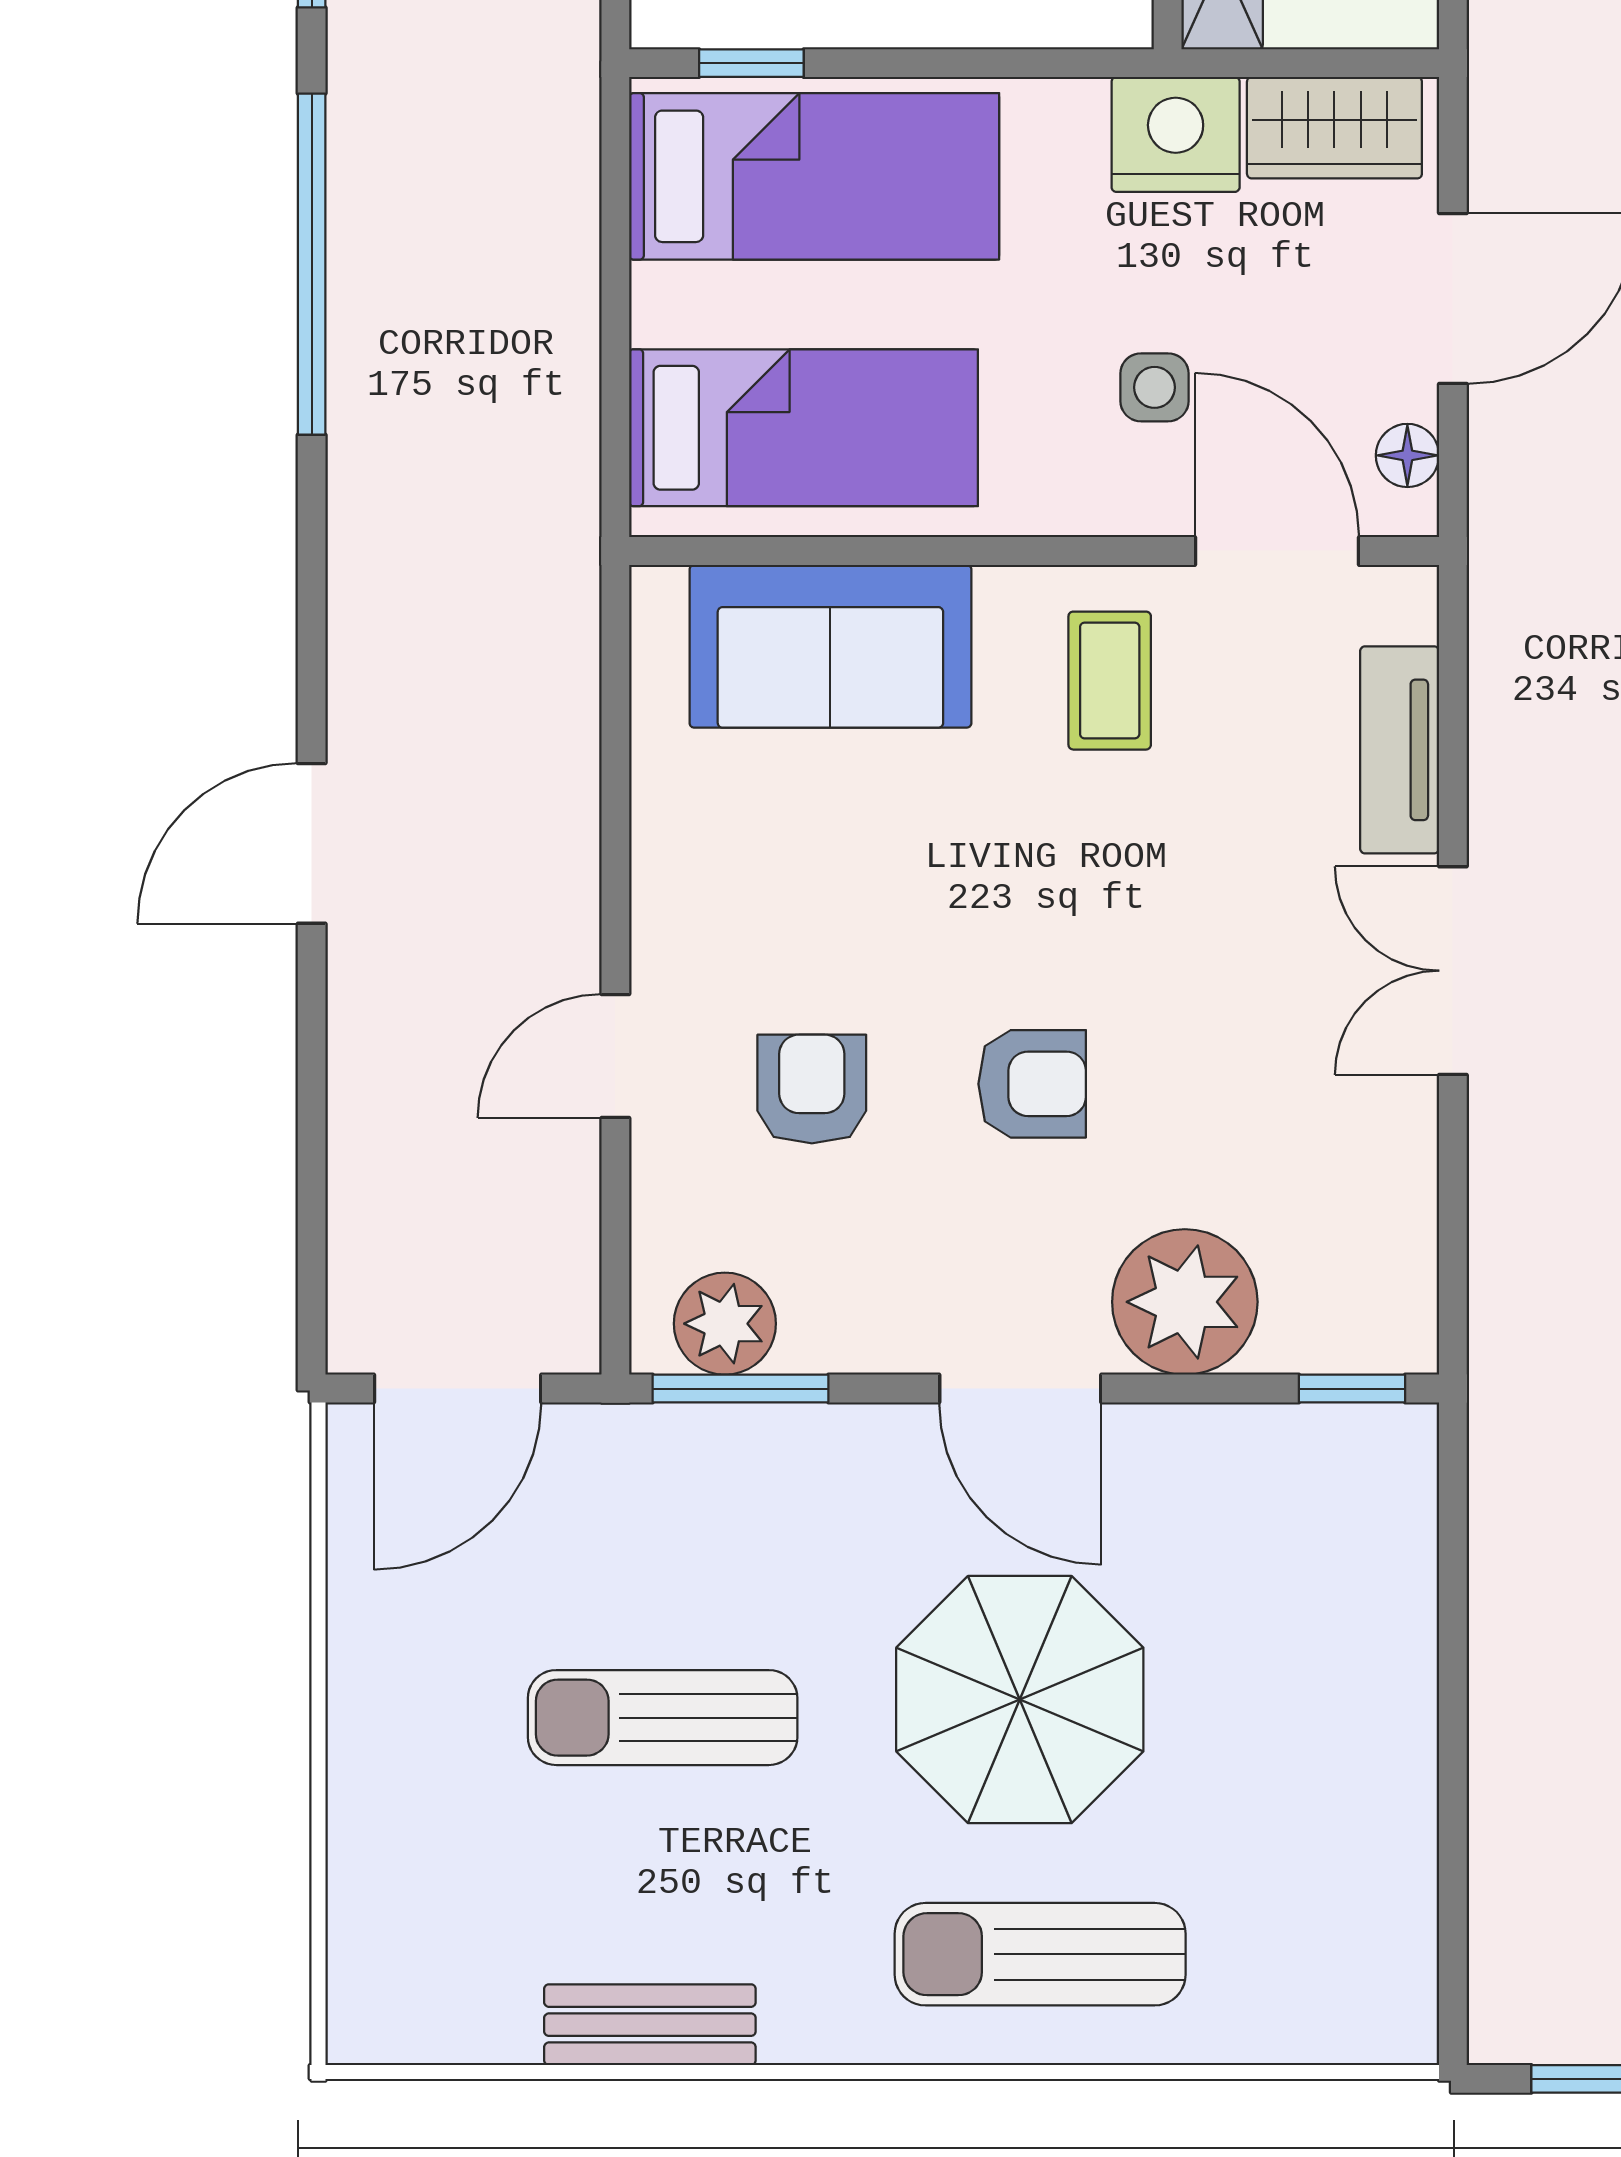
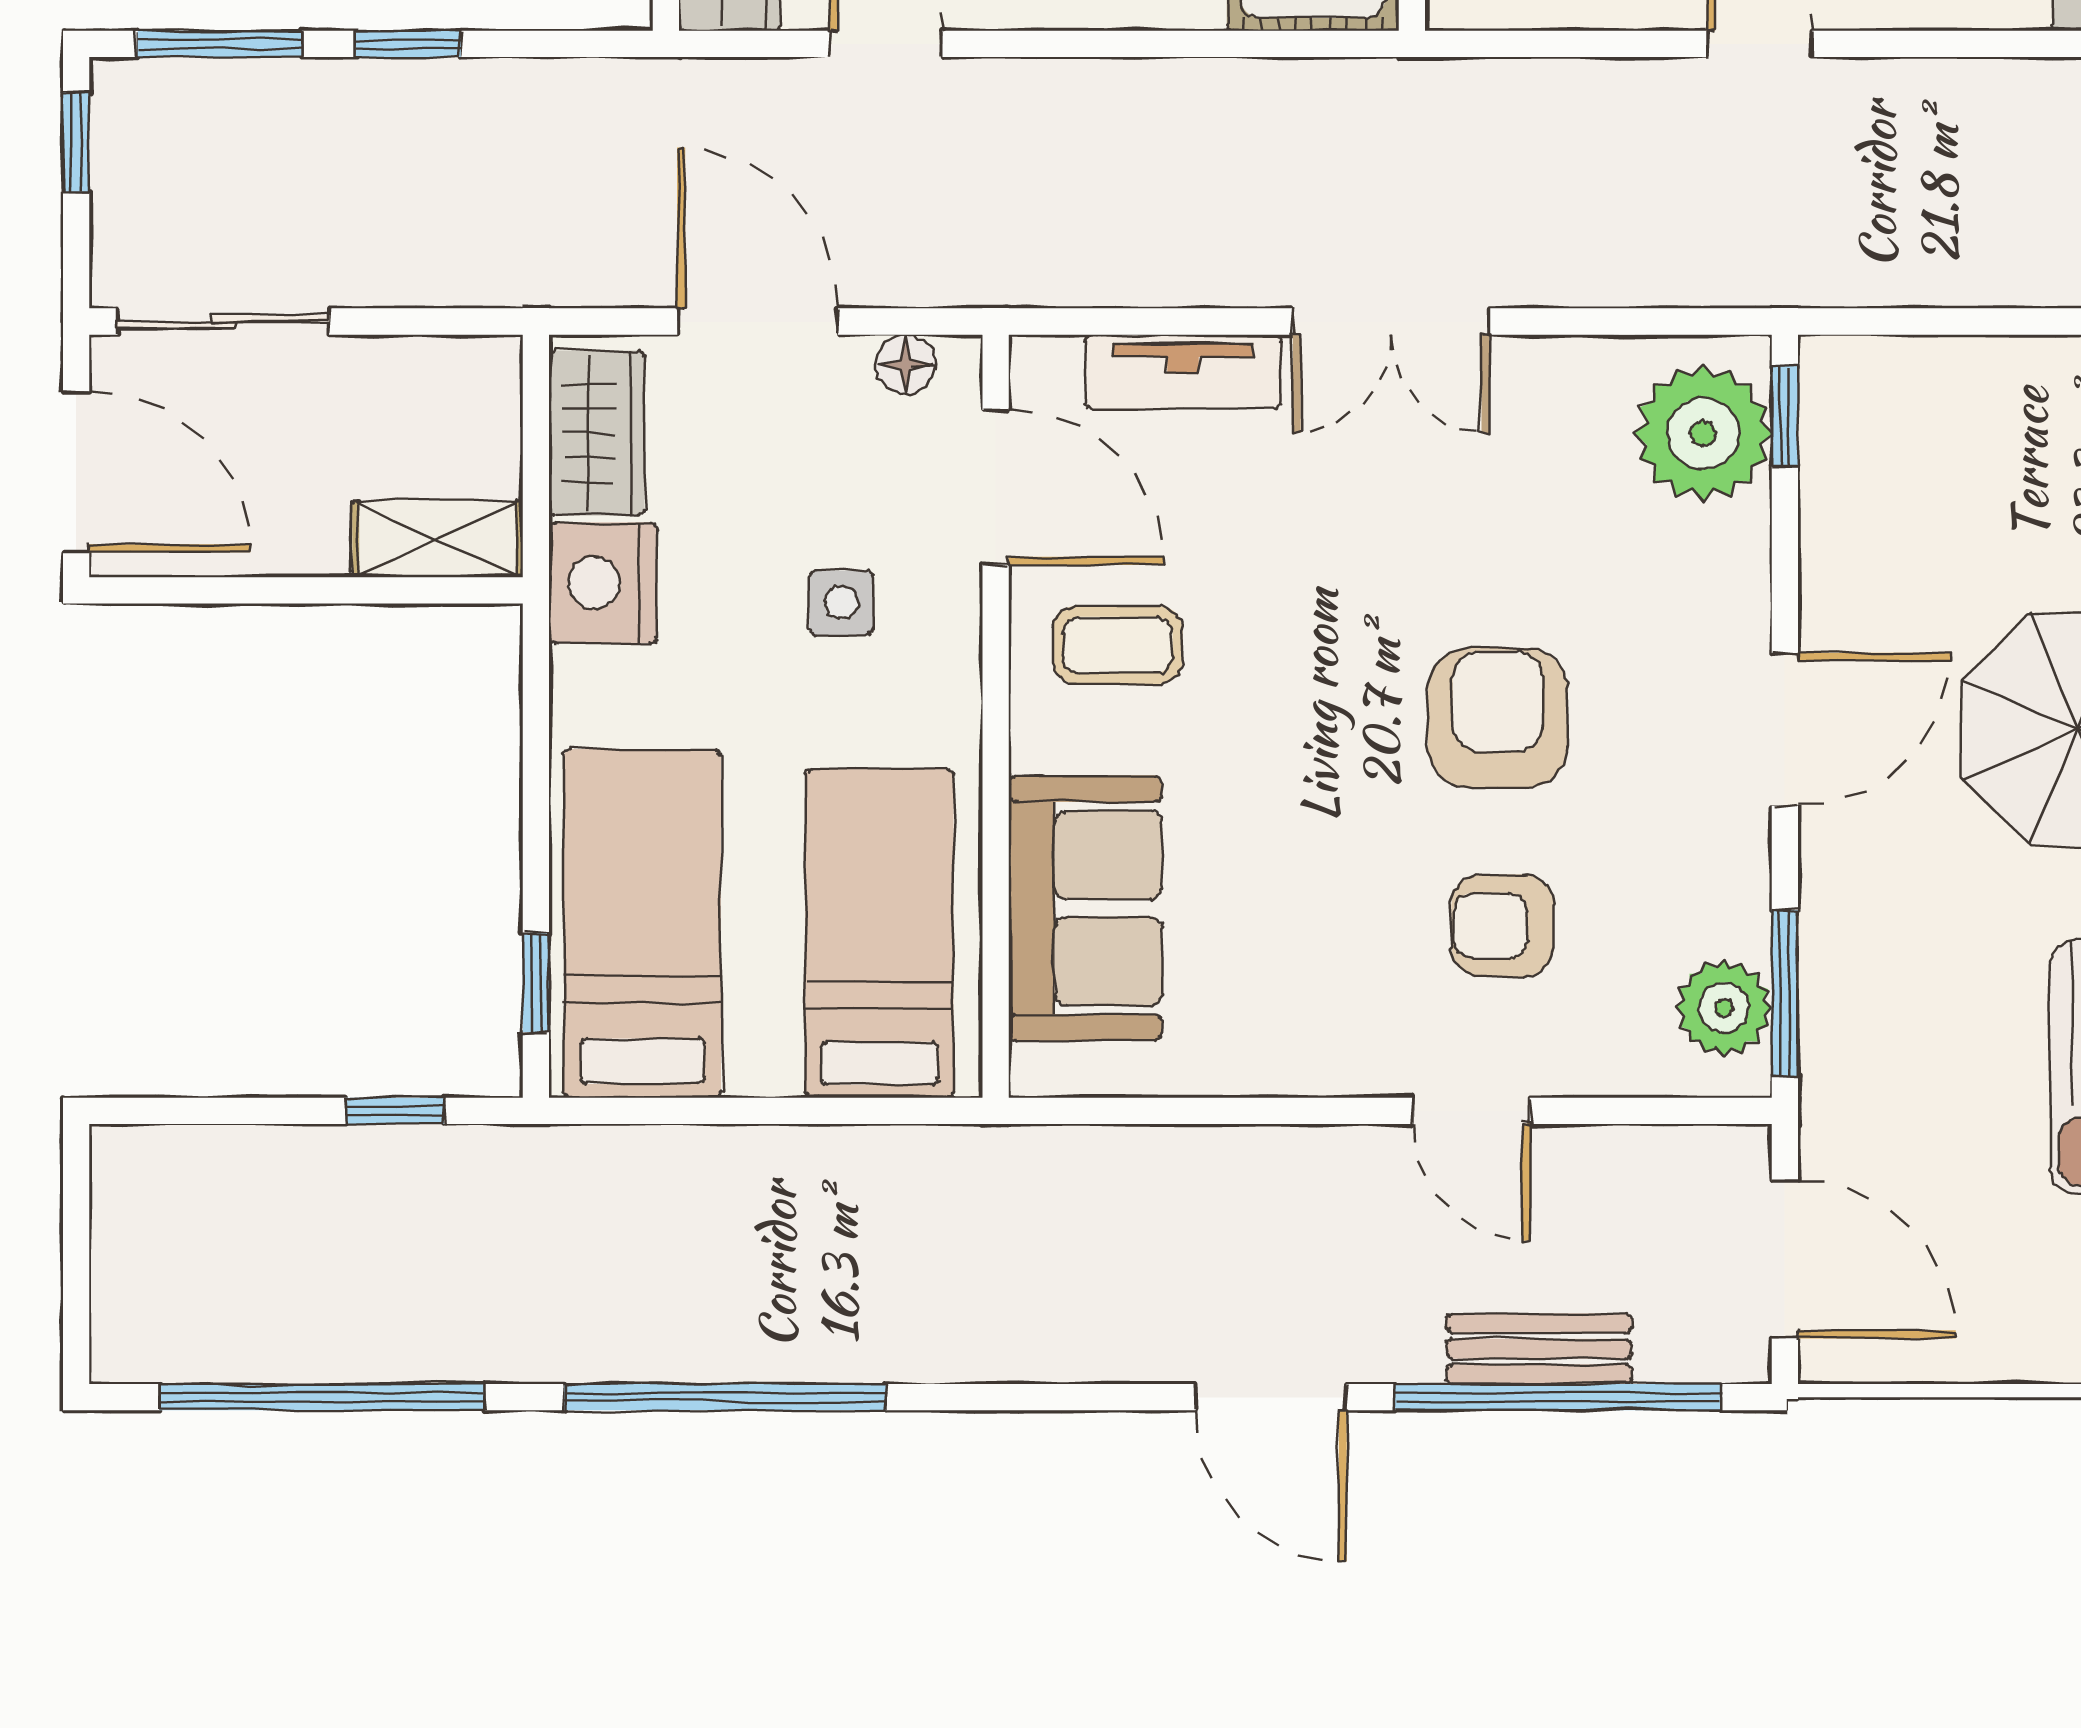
door: (1277, 551) -> (996, 487), swing flipped
armchair: (1032, 1084) -> (1498, 718), width x1.38, depth x1.38
bench: (363, 1128) -> (1539, 1349), added
window: (312, 1148) -> (1558, 1397), added
plant: (1185, 1302) -> (1703, 433), moved

